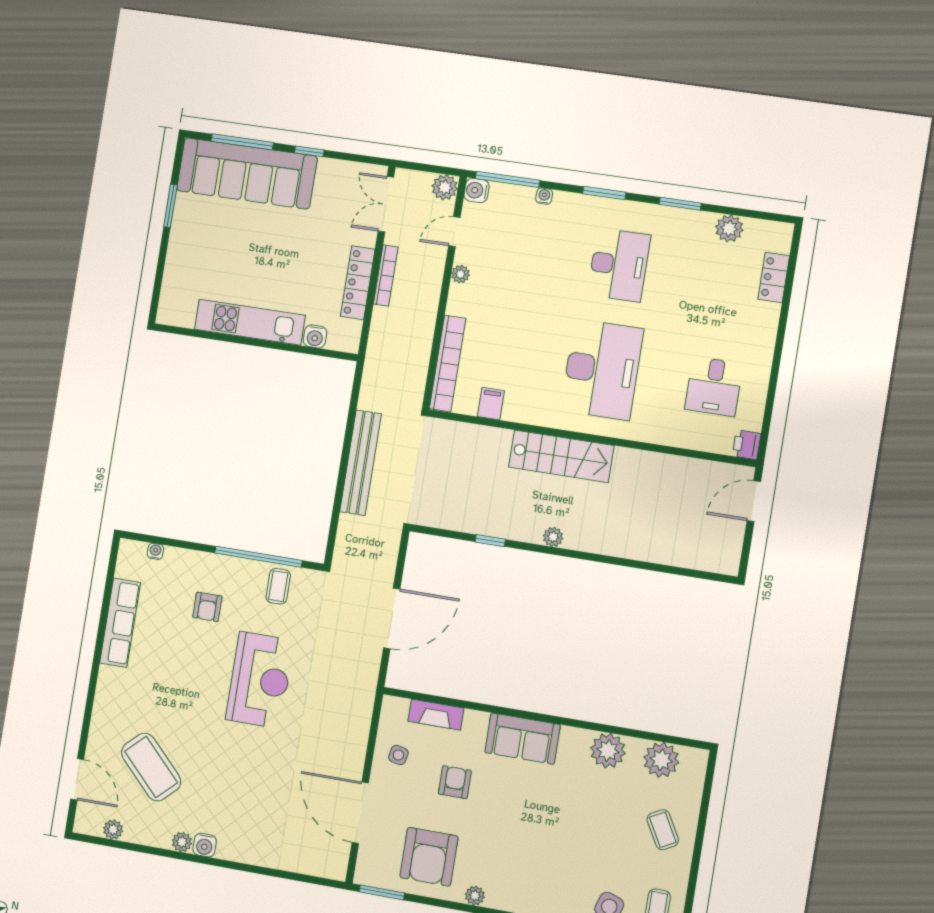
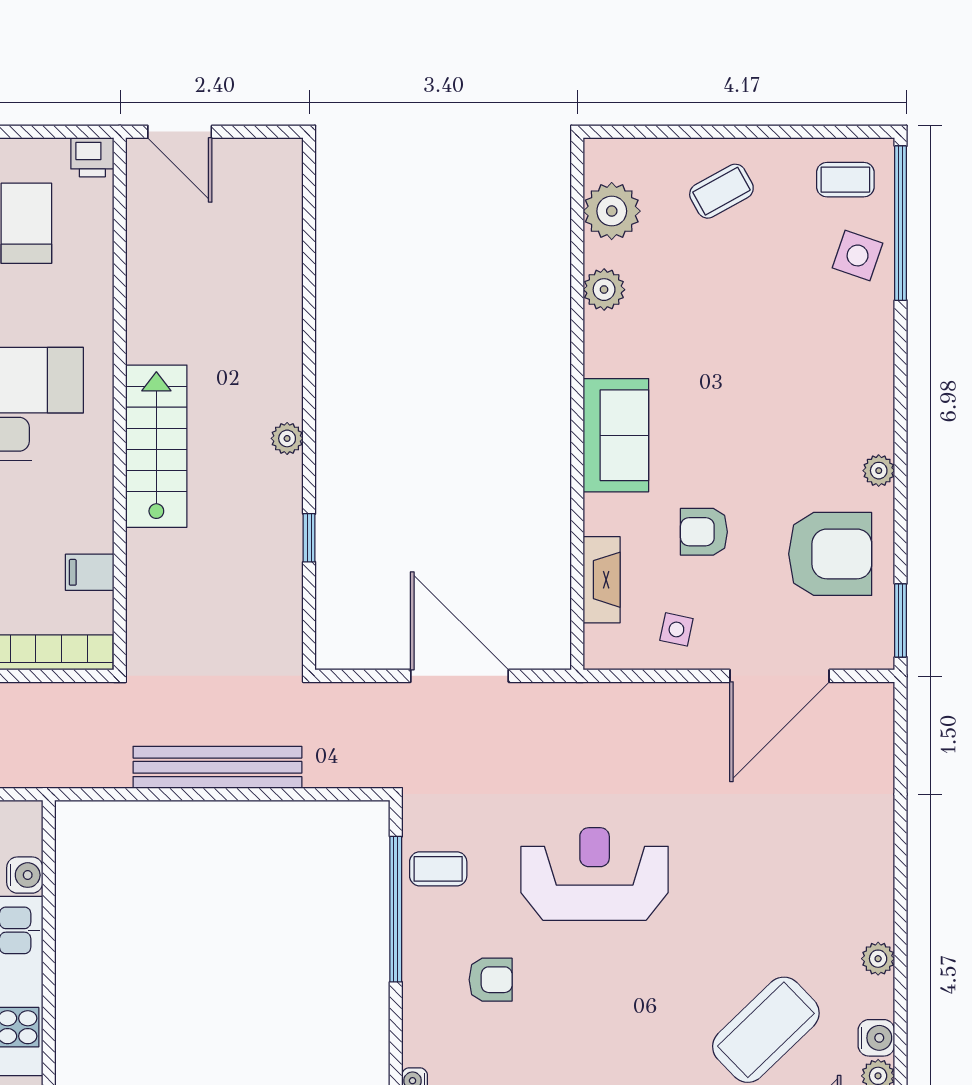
plant: (608, 751) -> (604, 290), width x0.73, depth x0.73
water cooler: (205, 845) -> (876, 1038), moved

